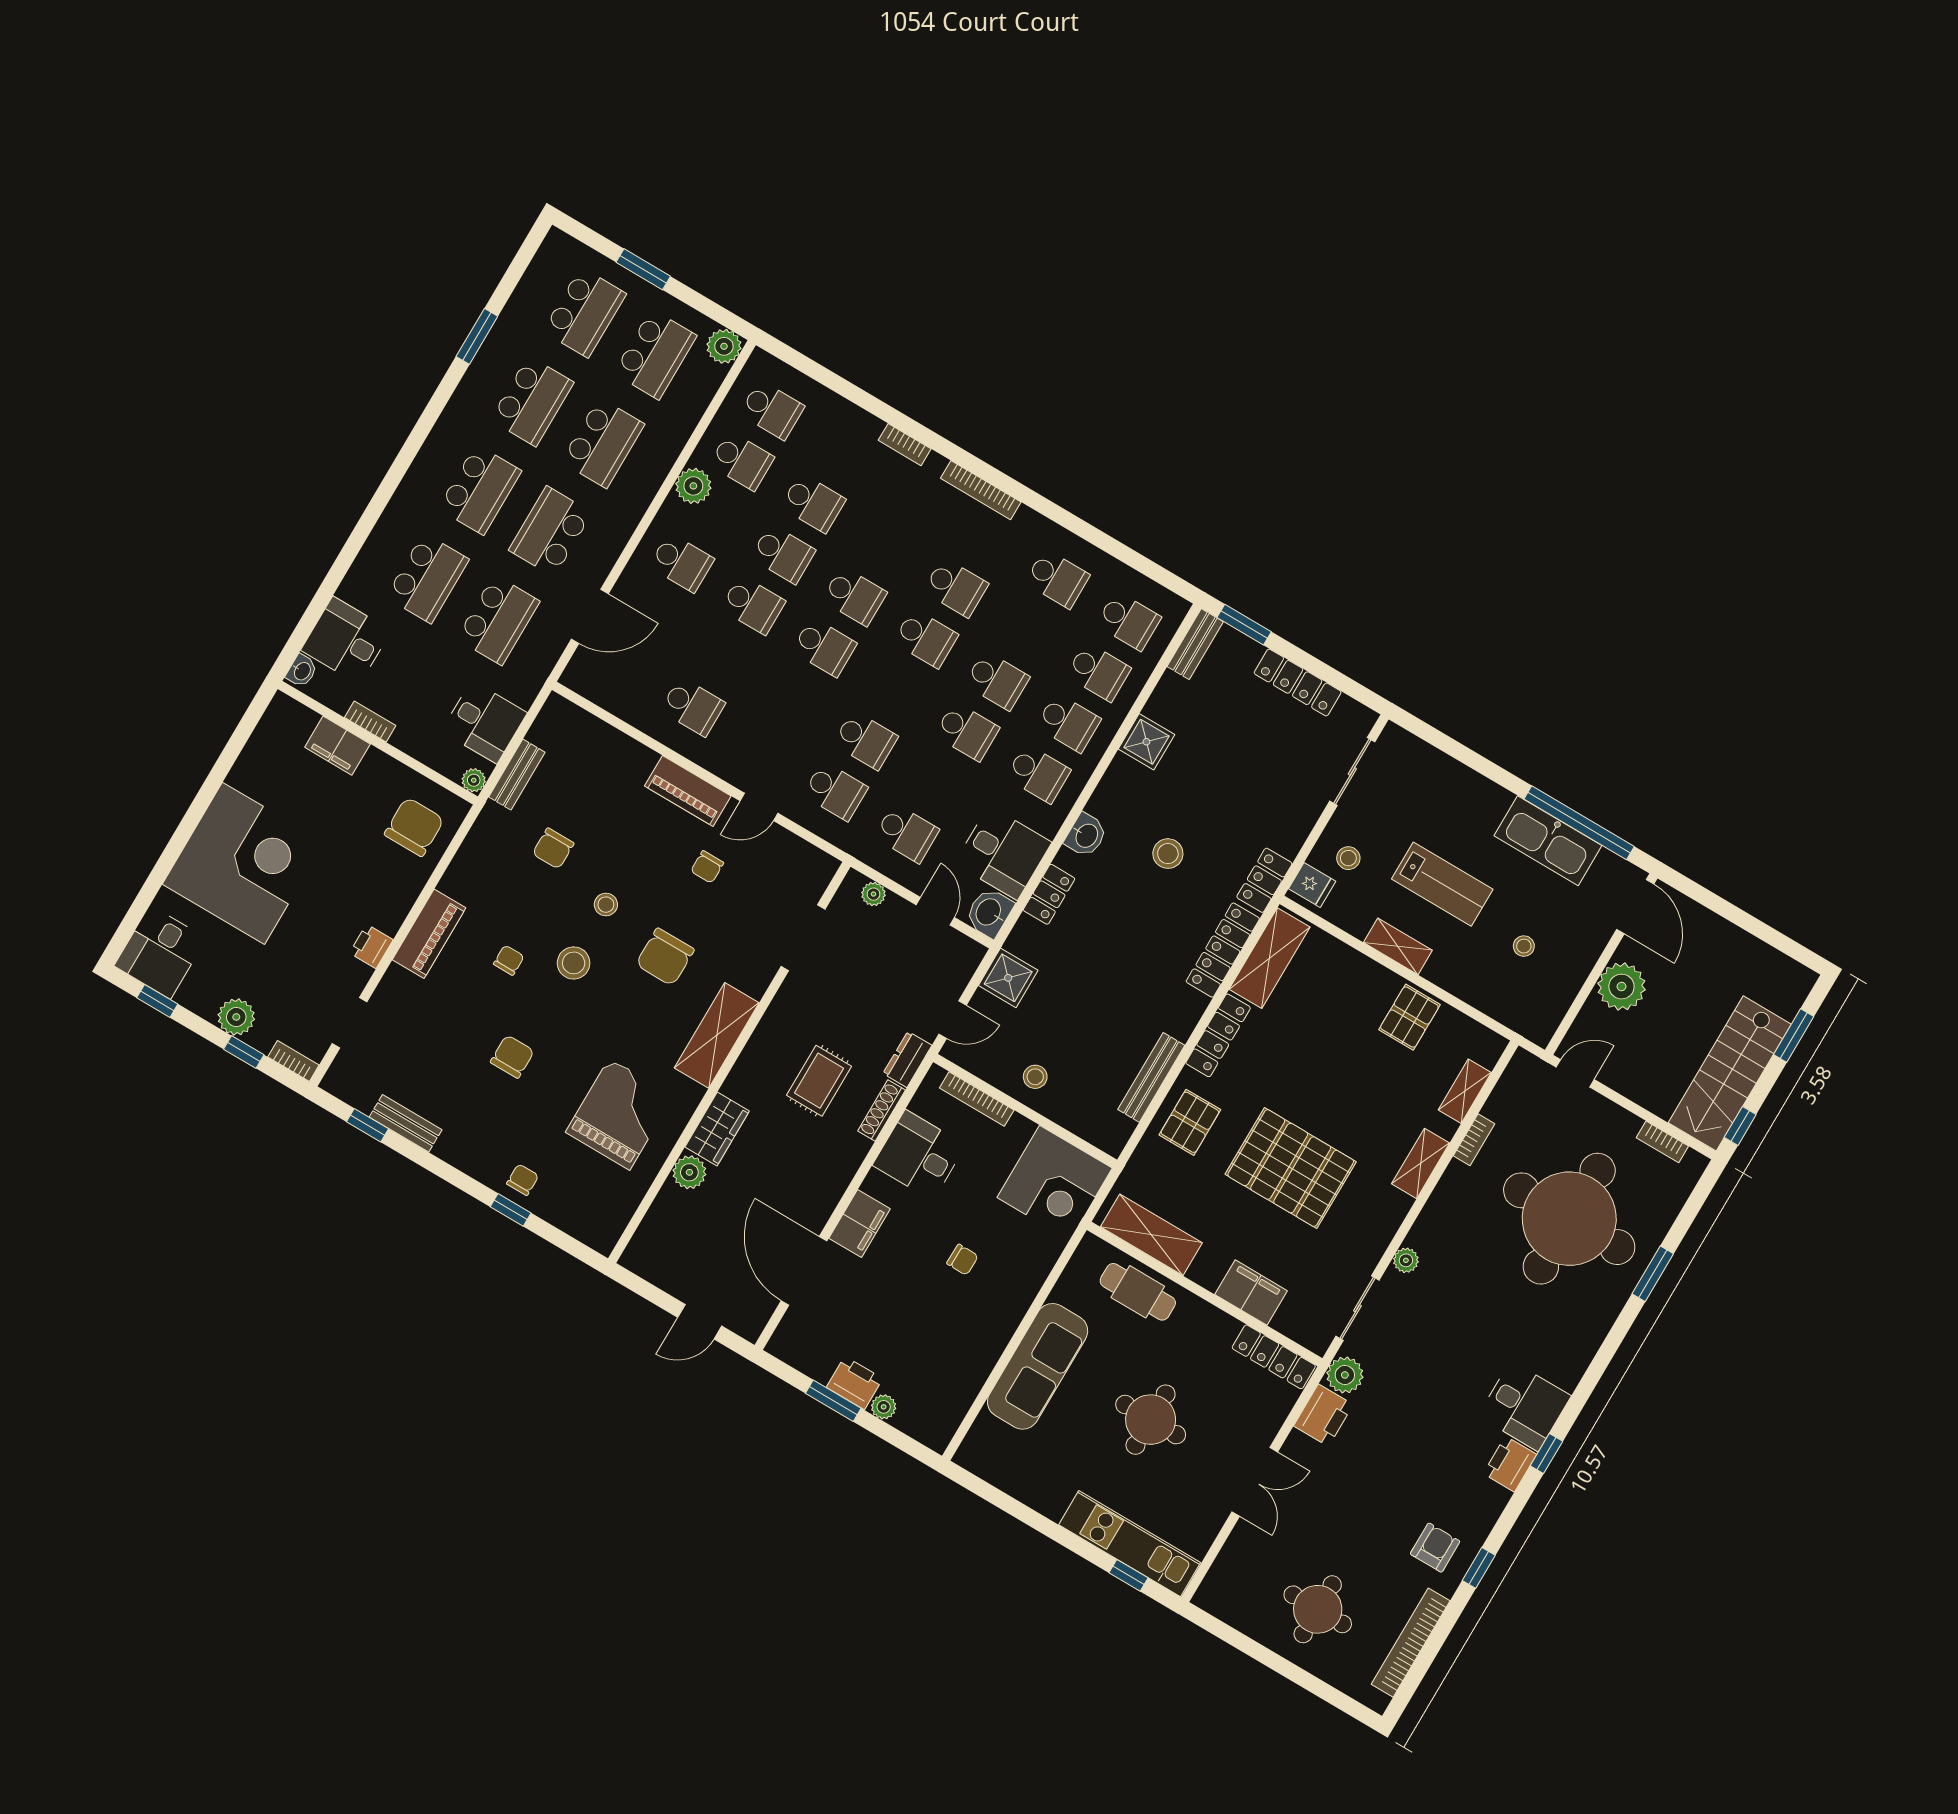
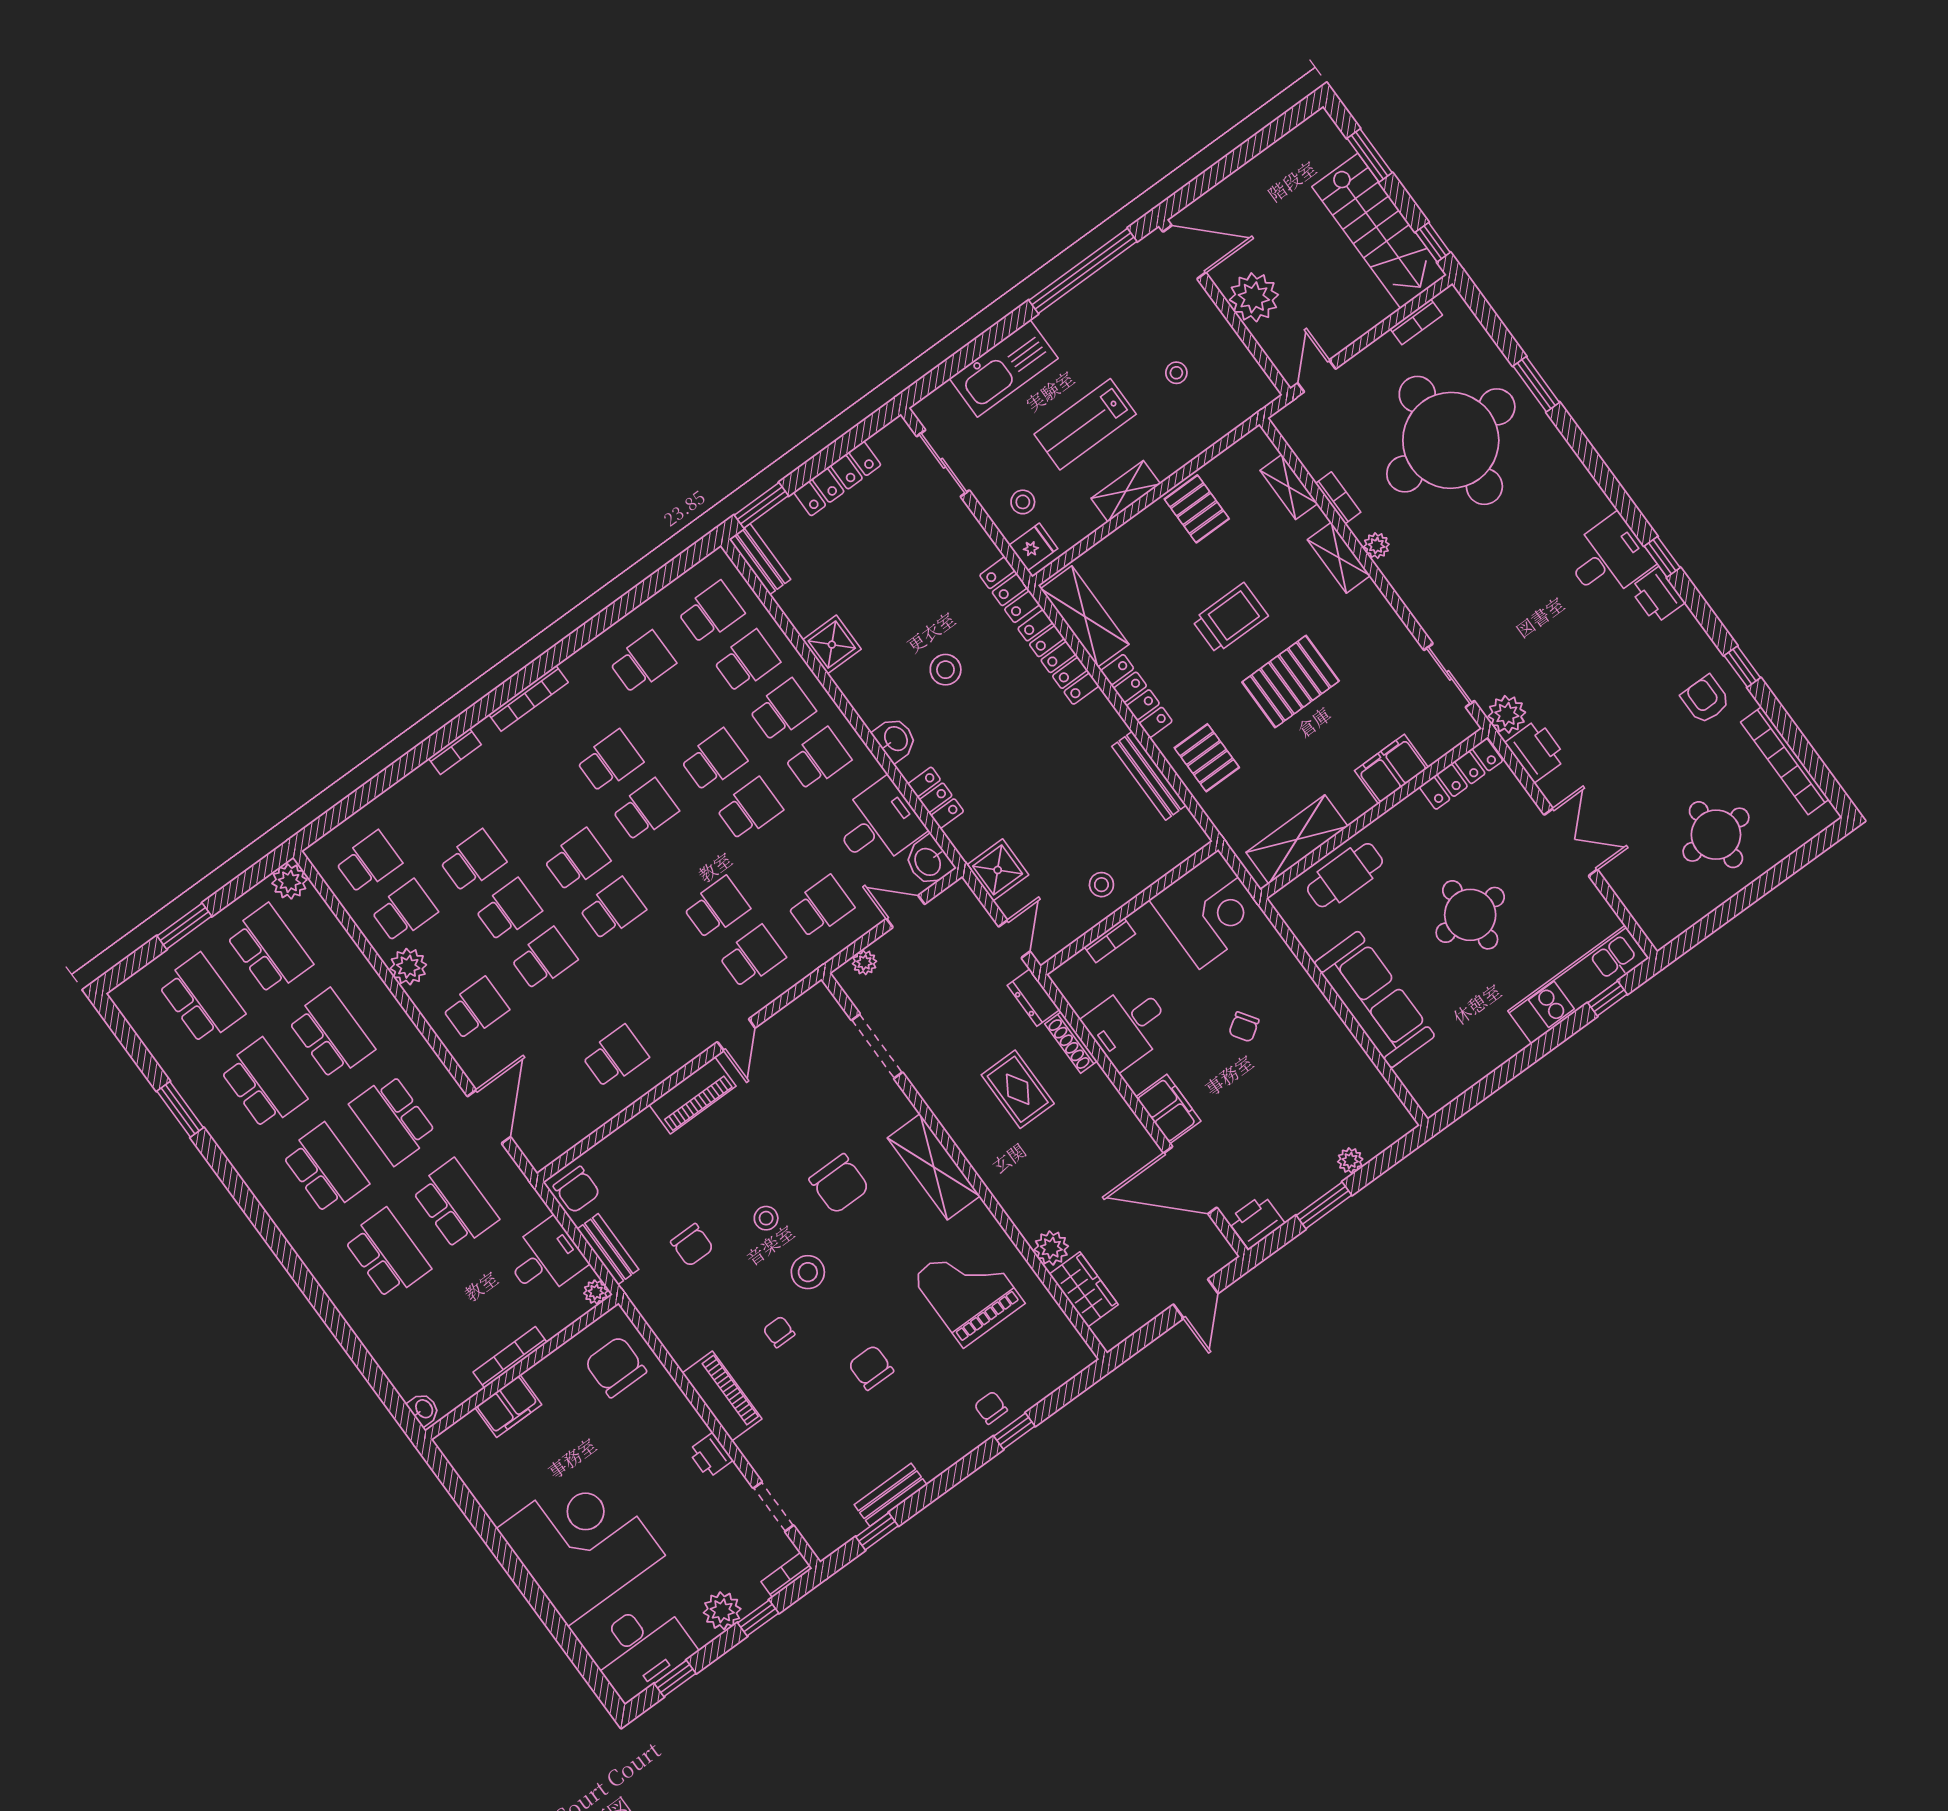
desk: (346, 640) -> (413, 1355), removed
bookcase: (370, 722) -> (510, 1357), width x1.56
kitchen sink: (1548, 841) -> (1004, 368), moved
chair: (707, 867) -> (577, 1190), moved, width x1.37, depth x1.37
lab bench: (1442, 884) -> (1085, 424), turned 180
desk: (160, 952) -> (641, 1649), width x1.37
trolley: (1324, 1089) -> (1230, 618), added
bookcase: (977, 1099) -> (1110, 940), width x0.64
wardrobe: (717, 1129) -> (1084, 1289), moved
pallet: (1291, 1168) -> (1291, 682), width x0.73, depth x0.71
chair: (963, 1260) -> (1244, 1027), turned 145
plant: (1406, 1260) -> (1376, 546), moved
printer: (855, 1383) -> (1256, 1222), moved

